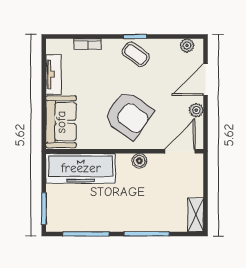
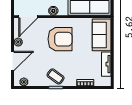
armchair: (128, 115) -> (60, 39), turned 145

